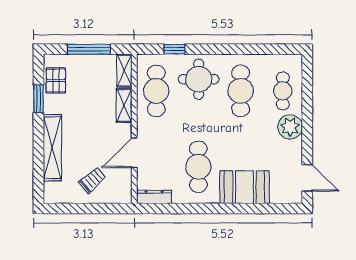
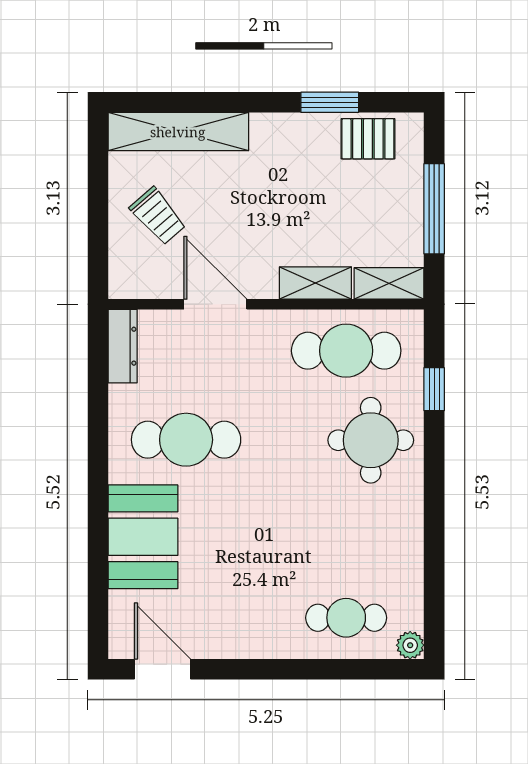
cafe table: (241, 91) -> (346, 529), removed
plant: (290, 127) -> (410, 645), moved, width x0.53, depth x0.53
shelving: (52, 148) -> (178, 132), moved
door: (307, 178) -> (163, 669), swing flipped

